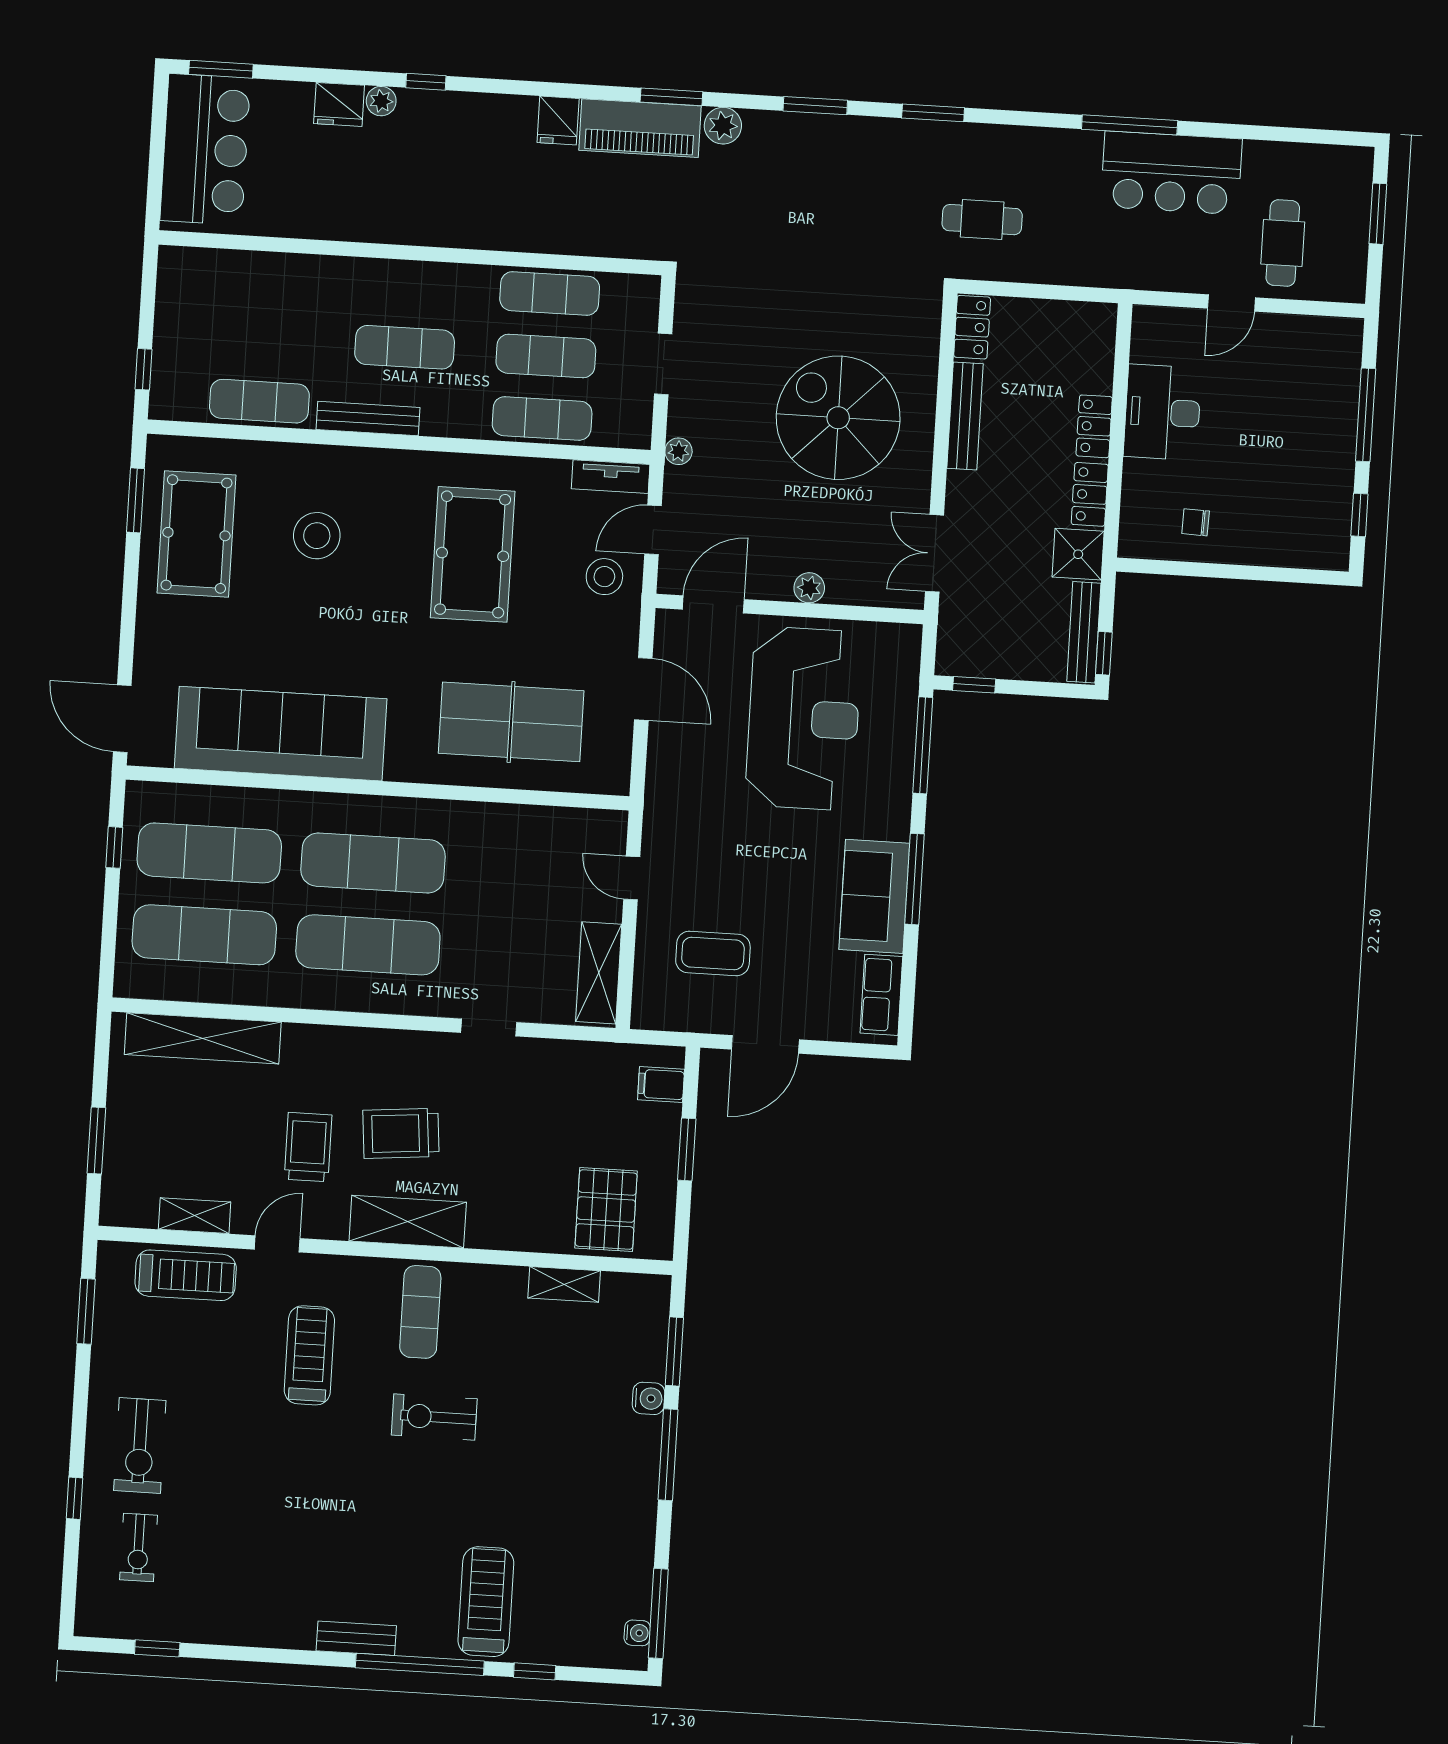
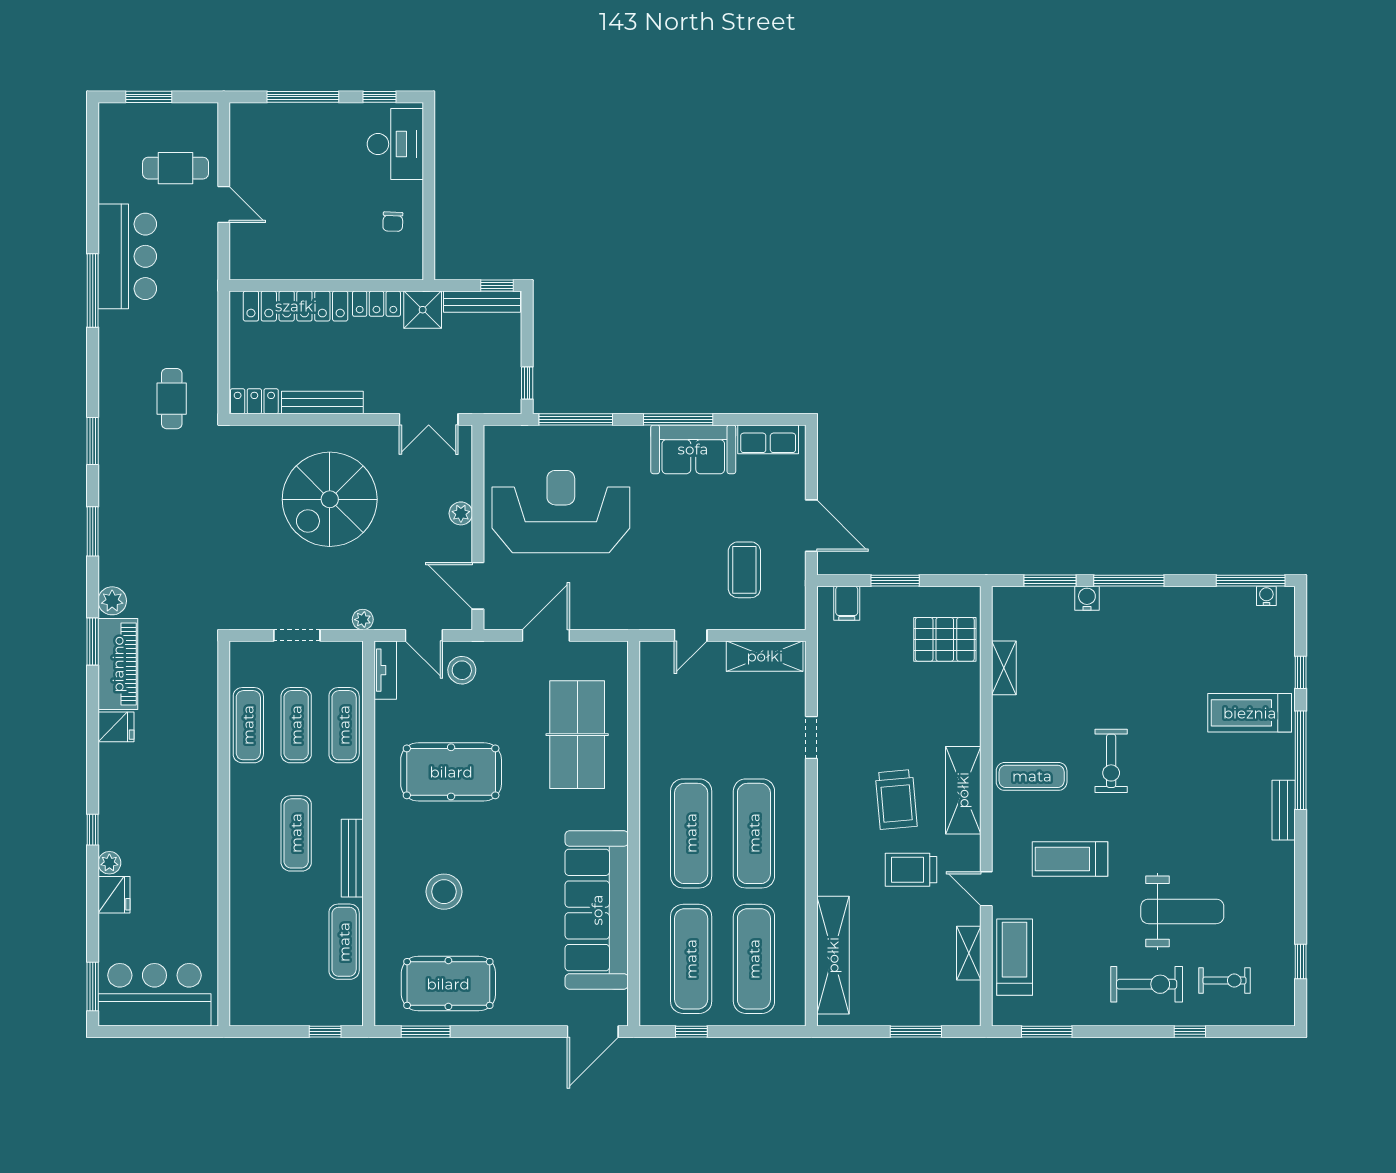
desk: (1162, 412) -> (395, 144), moved, turned -90
locker: (1094, 426) -> (296, 306), width x2.16, depth x1.21
weight bench: (232, 1498) -> (1182, 911), added

